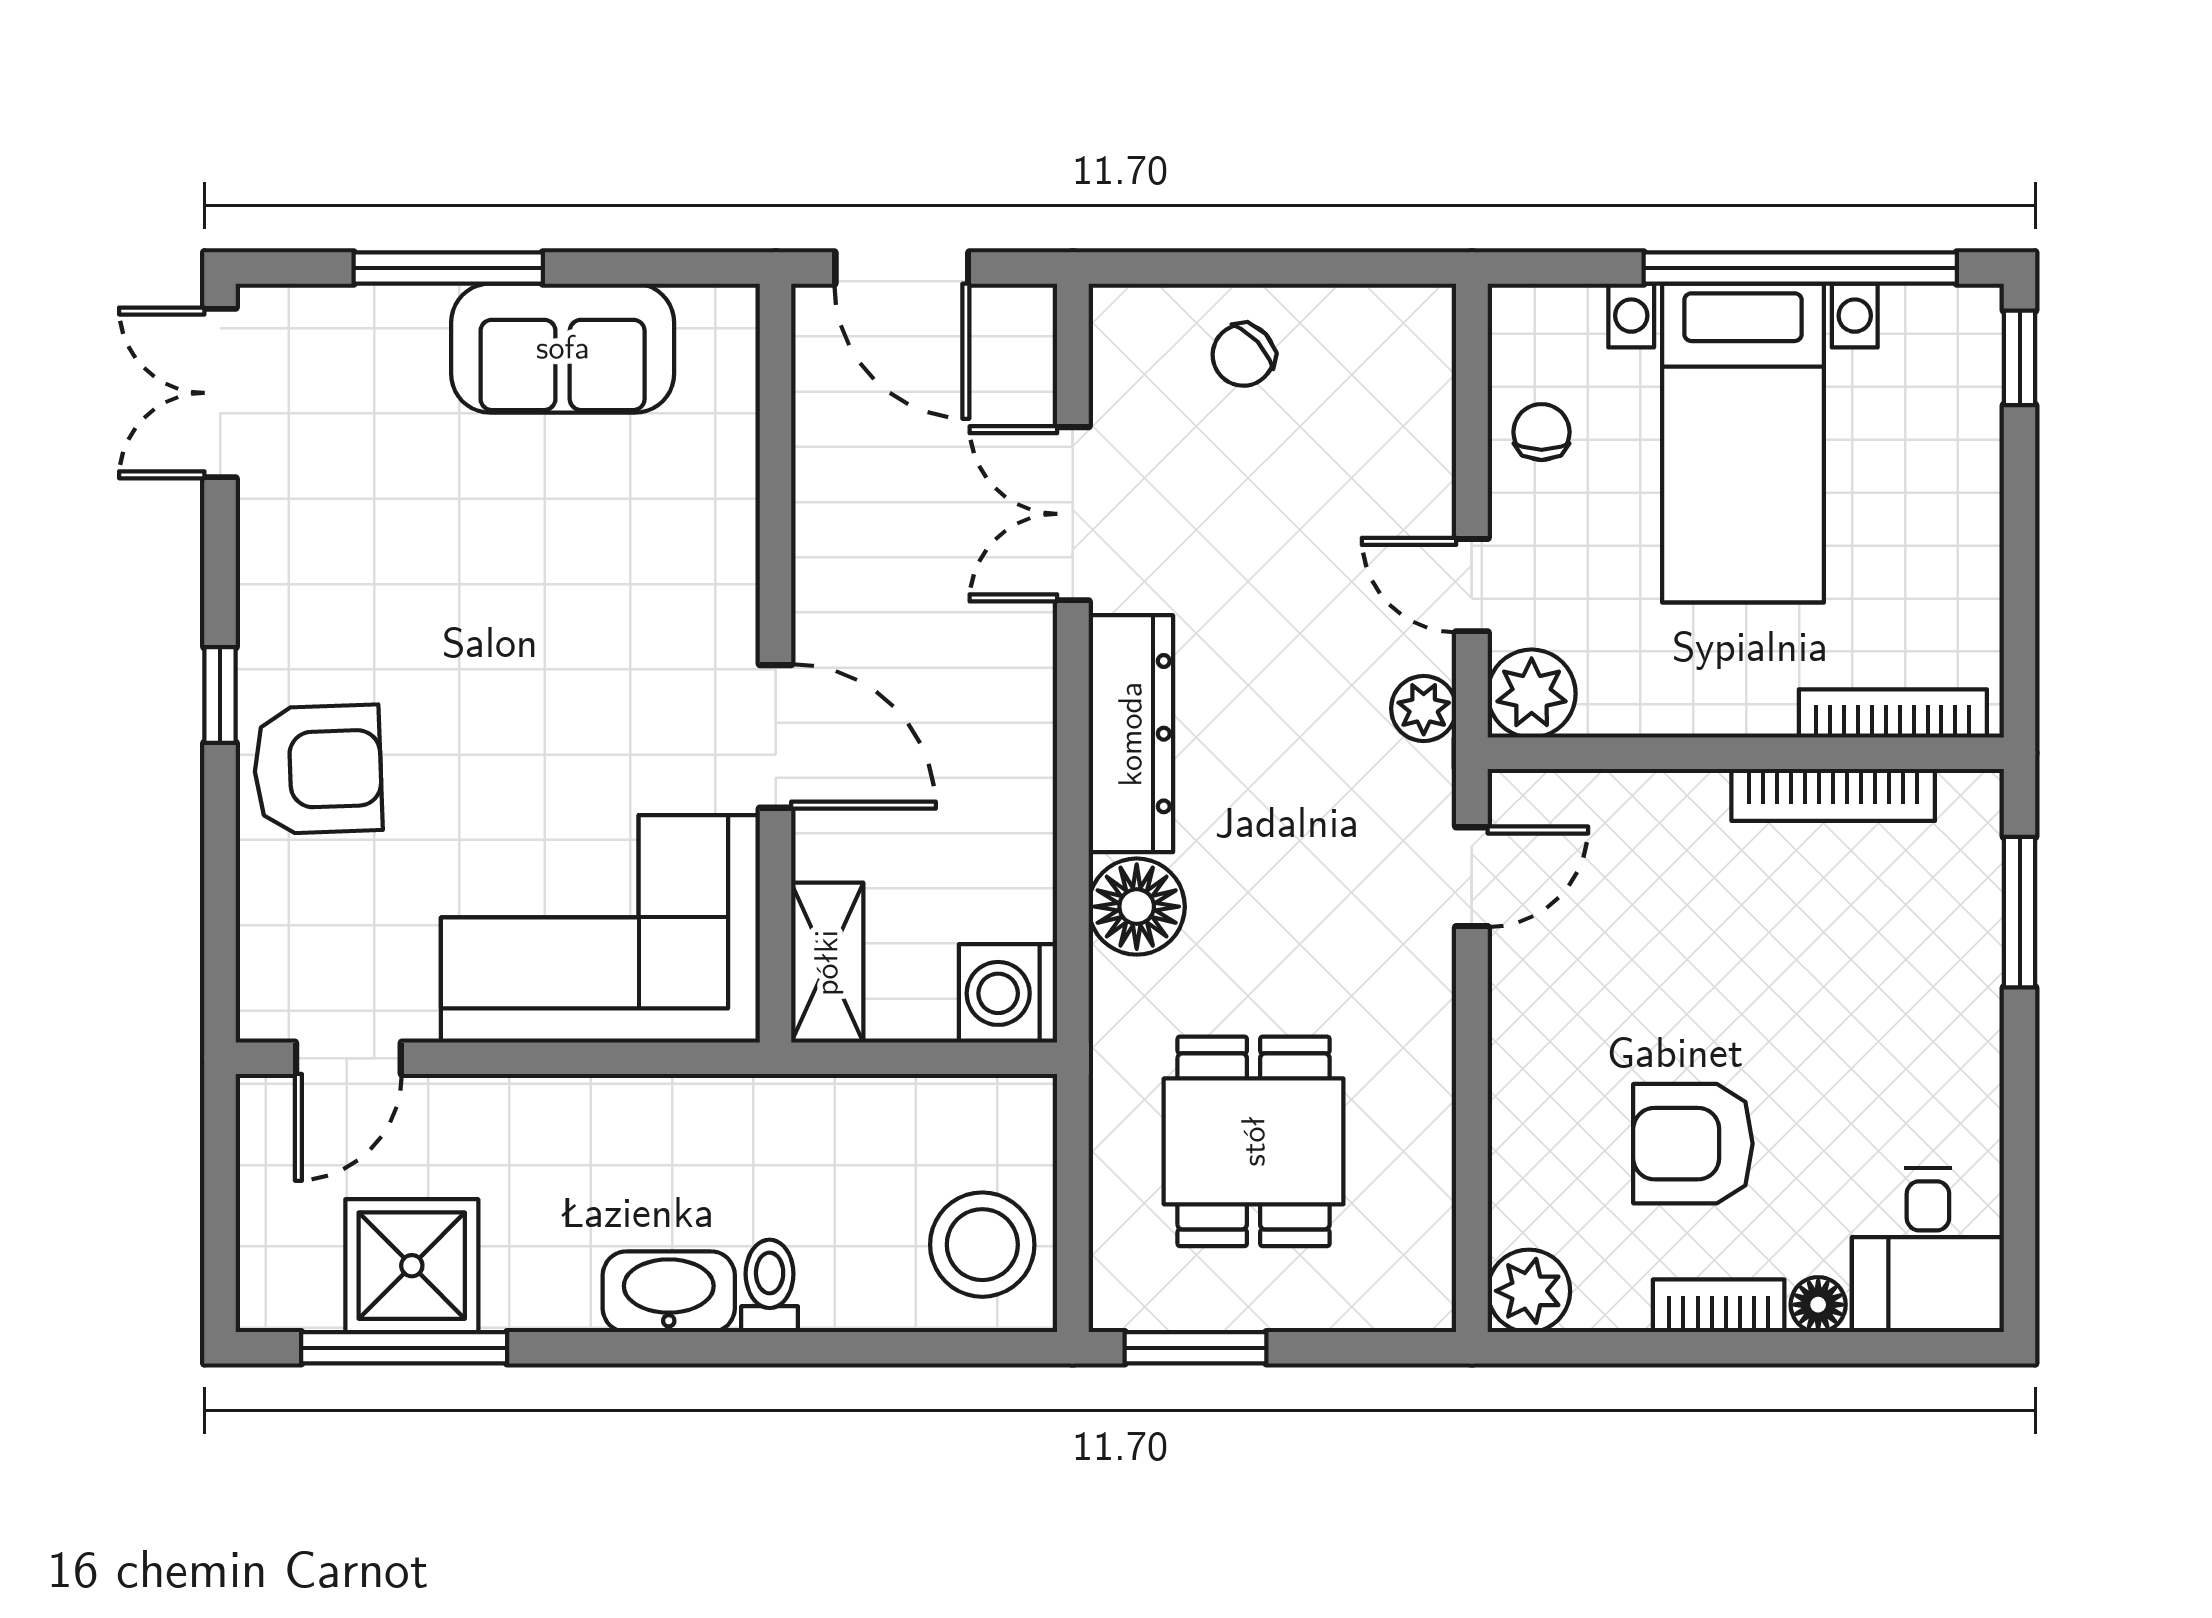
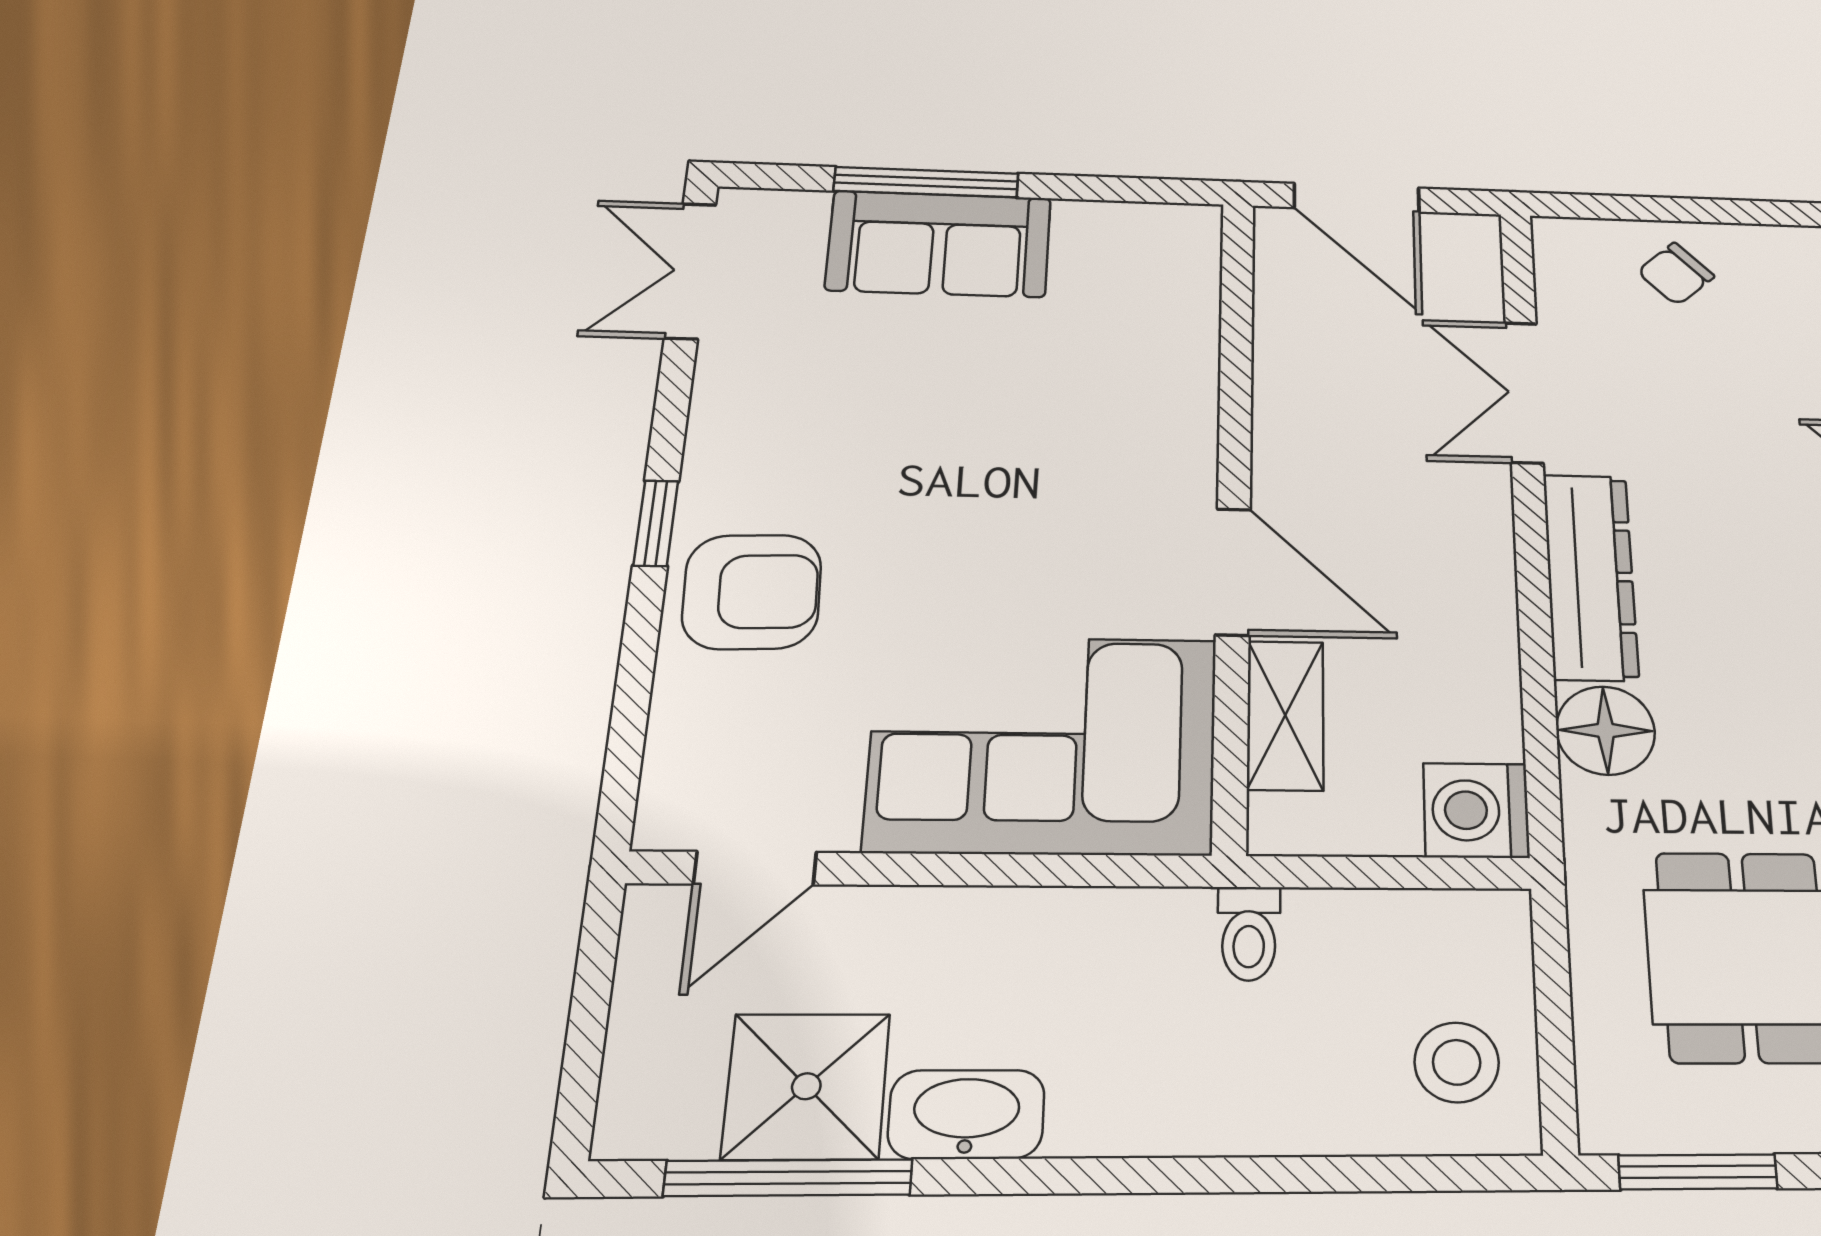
sofa: (563, 348) -> (939, 244), moved
shelving: (827, 963) -> (1285, 715), moved
stool: (982, 1245) -> (1457, 1062), width x0.73, depth x0.73
toilet: (770, 1286) -> (1249, 933), moved, turned 180
washbasin: (669, 1292) -> (966, 1114), moved

